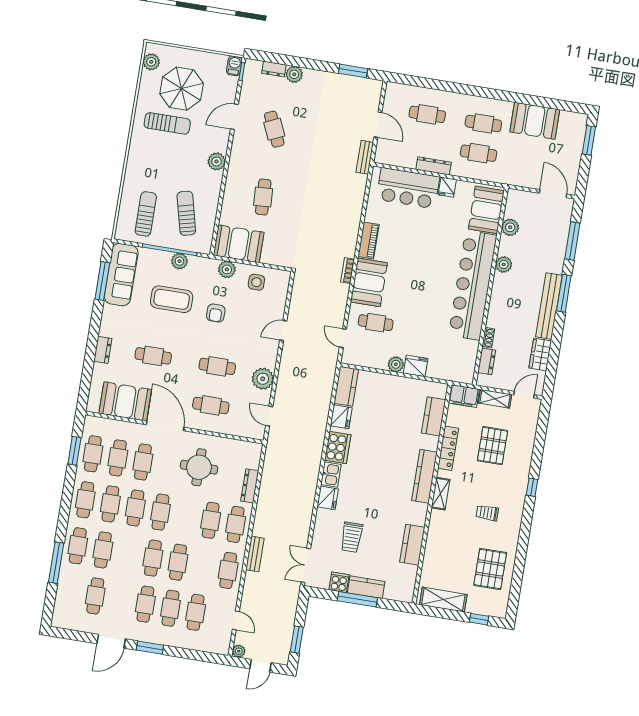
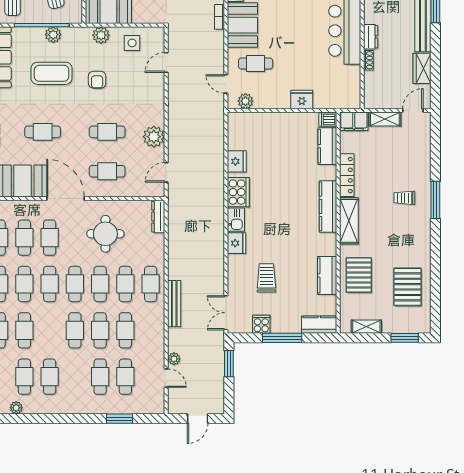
door: (283, 331) -> (166, 63), moved
dresser: (487, 361) -> (371, 37), moved
plant: (396, 364) -> (245, 101), moved
kitchen counter: (346, 386) -> (237, 131), removed
dishwasher: (438, 390) -> (328, 120), added
door: (269, 416) -> (166, 172), hinge flipped
pallet: (493, 446) -> (359, 275), moved
dresser: (250, 486) -> (158, 217), moved
window: (532, 487) -> (435, 200), width x2.17
shelving: (440, 494) -> (349, 221), width x1.50, depth x1.33
trolley: (487, 513) -> (404, 198), moved
cafe table: (186, 516) -> (100, 284), added
trolley: (352, 537) -> (266, 278), turned 180
bench: (255, 554) -> (174, 304), width x1.36
cafe table: (228, 570) -> (125, 330), moved
kitchen counter: (366, 587) -> (319, 325), moved
shelving: (443, 600) -> (366, 327), width x0.67, depth x0.75
cafe table: (145, 604) -> (50, 377), moved
window: (479, 619) -> (405, 338), width x1.50
plant: (82, 625) -> (16, 408), added
window: (297, 639) -> (229, 364), moved
door: (111, 641) -> (47, 419), removed
window: (150, 648) -> (119, 419), moved
plant: (239, 651) -> (174, 359), moved

